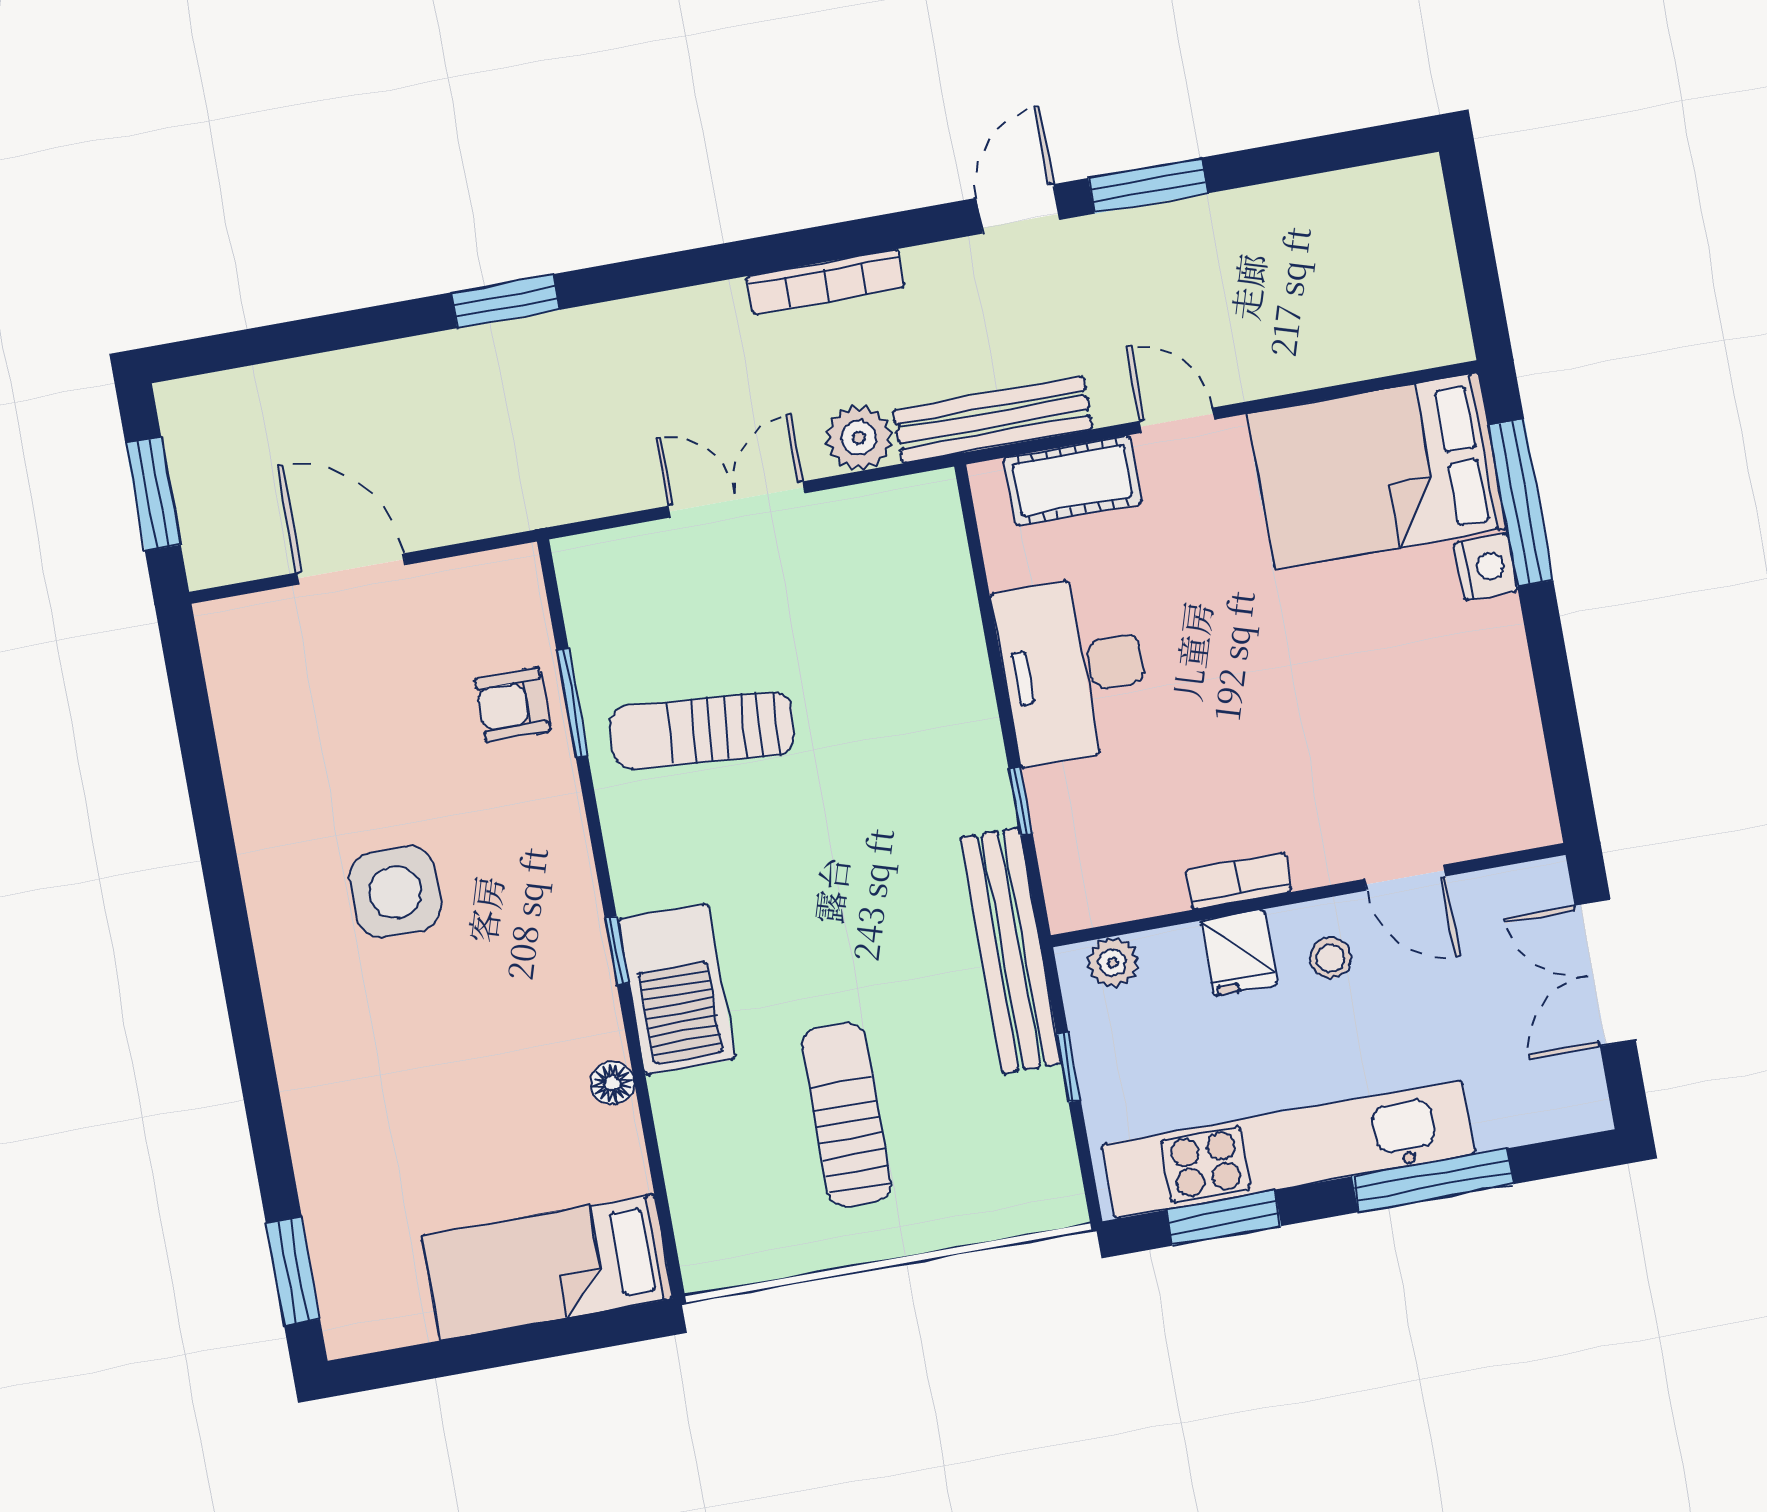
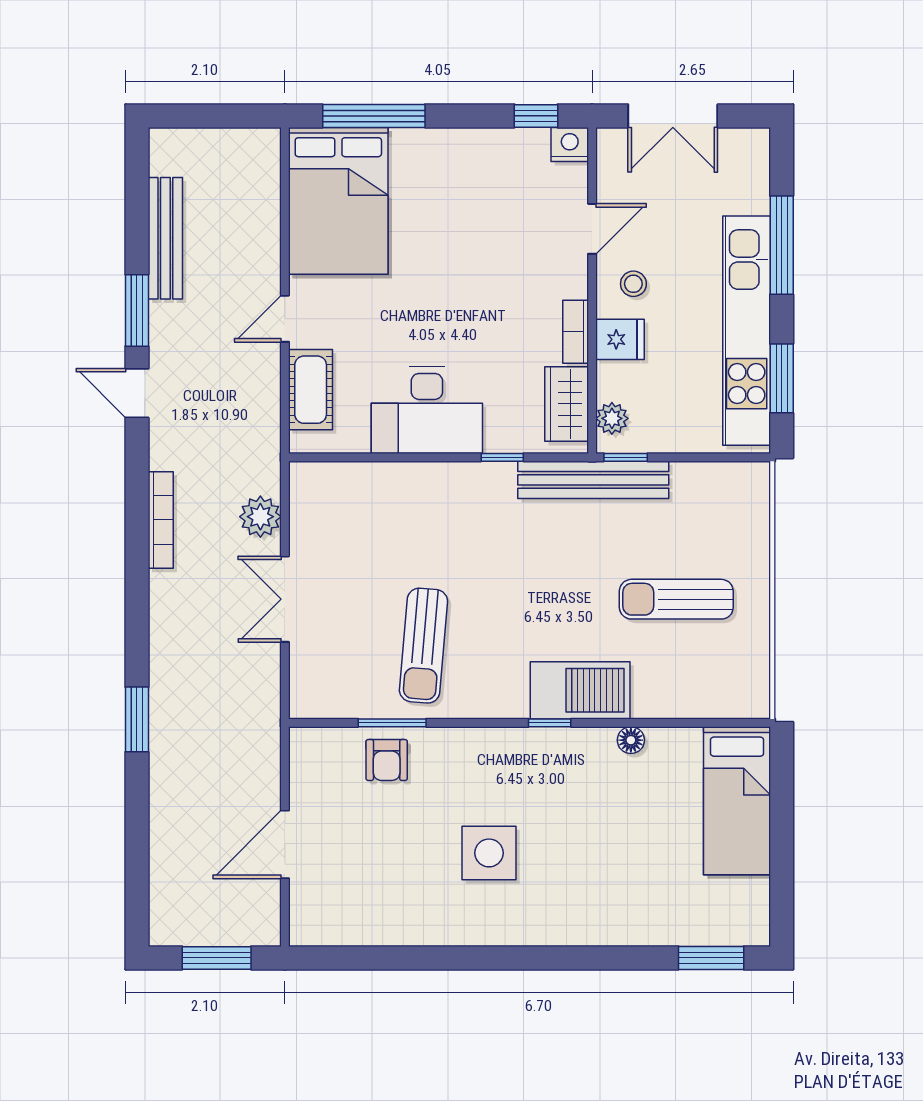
bench: (993, 420) -> (165, 238), moved
nightstand: (1486, 567) -> (570, 144), moved
window: (1566, 758) -> (536, 116), added
wardrobe: (1123, 887) -> (567, 404), added
window: (1068, 1067) -> (626, 457), moved

